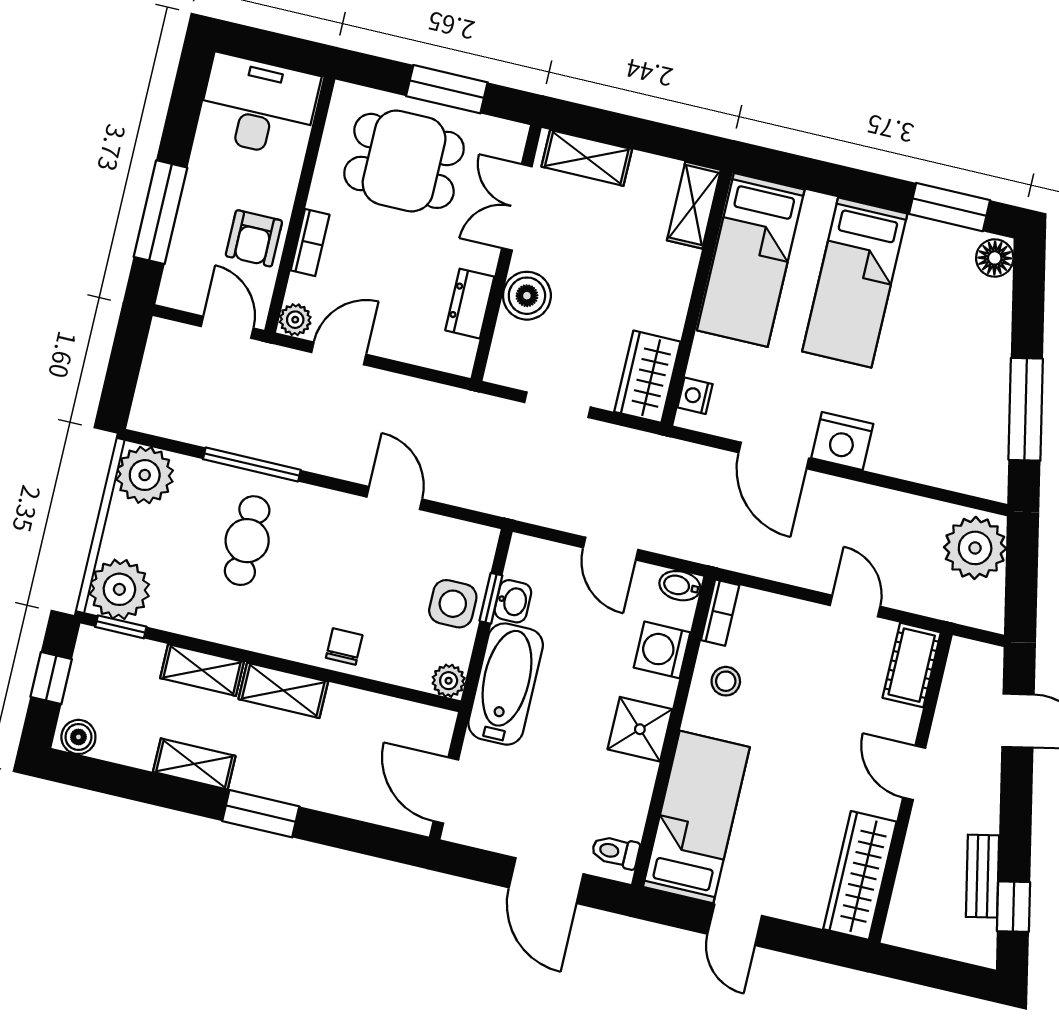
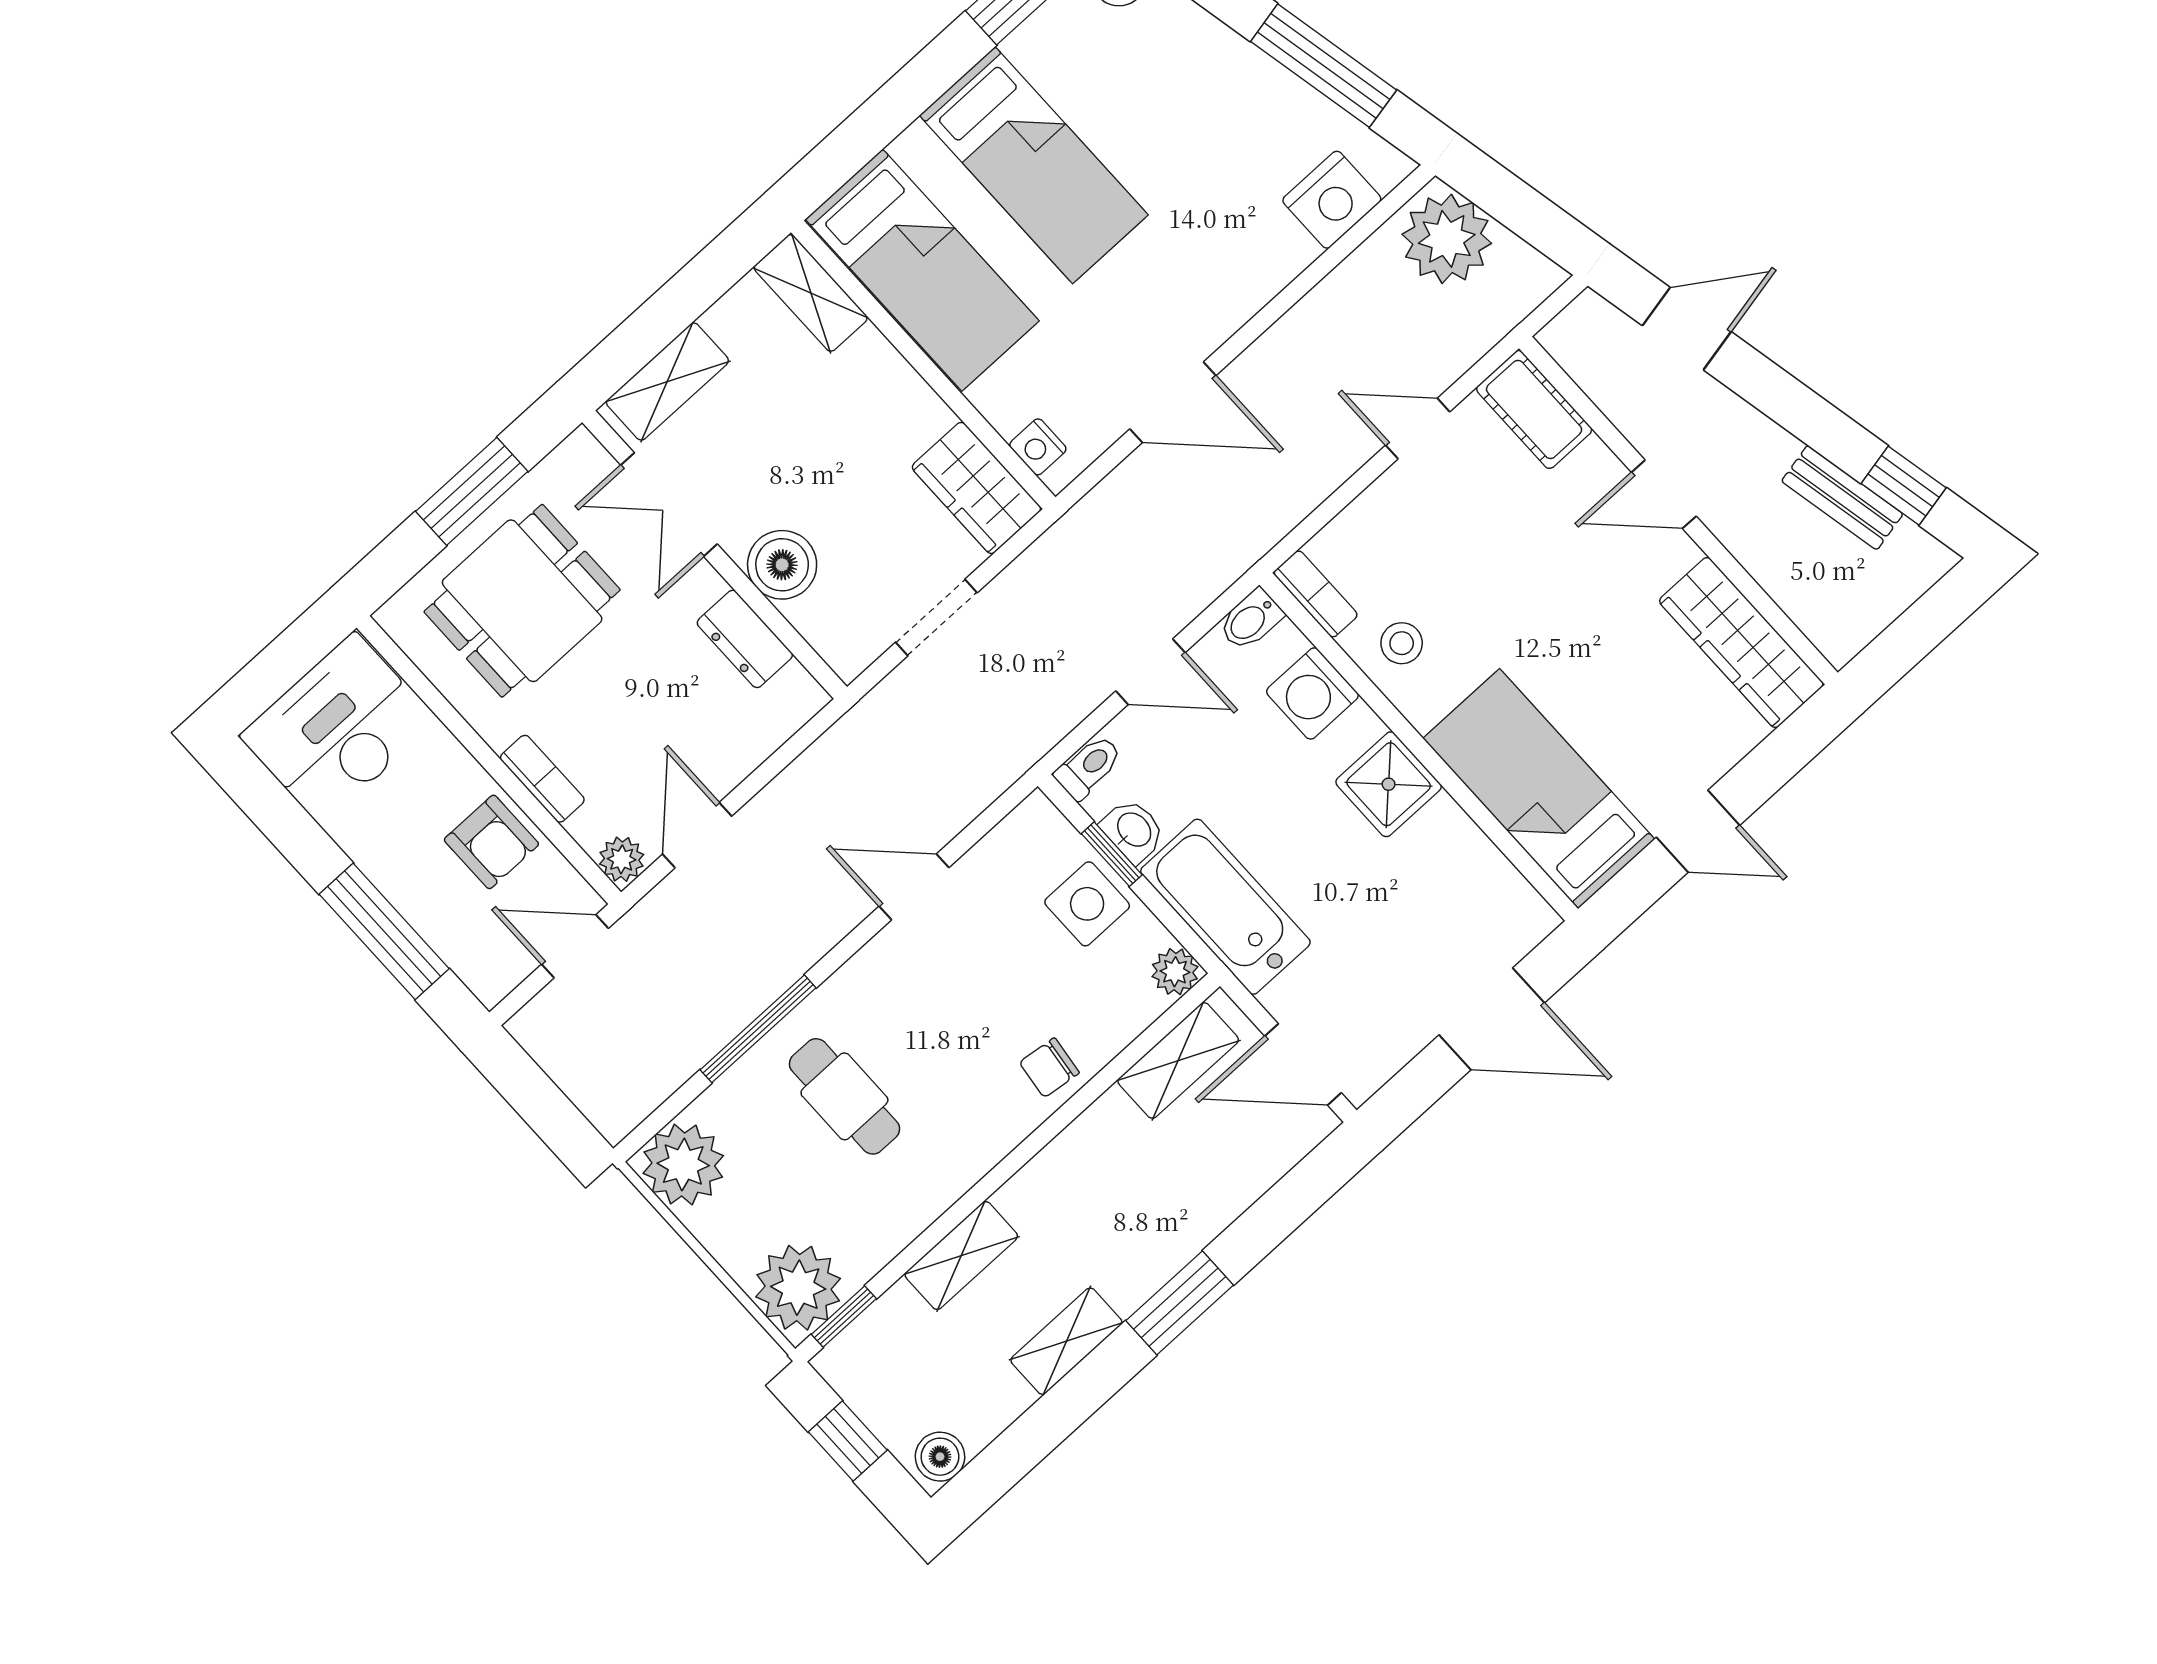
nightstand: (842, 441) -> (1332, 200), moved
chair: (344, 647) -> (1049, 1068), turned -83
shelving: (283, 690) -> (1178, 1060), moved
toilet: (615, 852) -> (1088, 767), moved, turned 180

